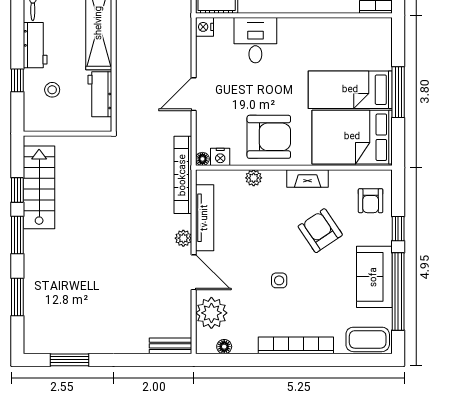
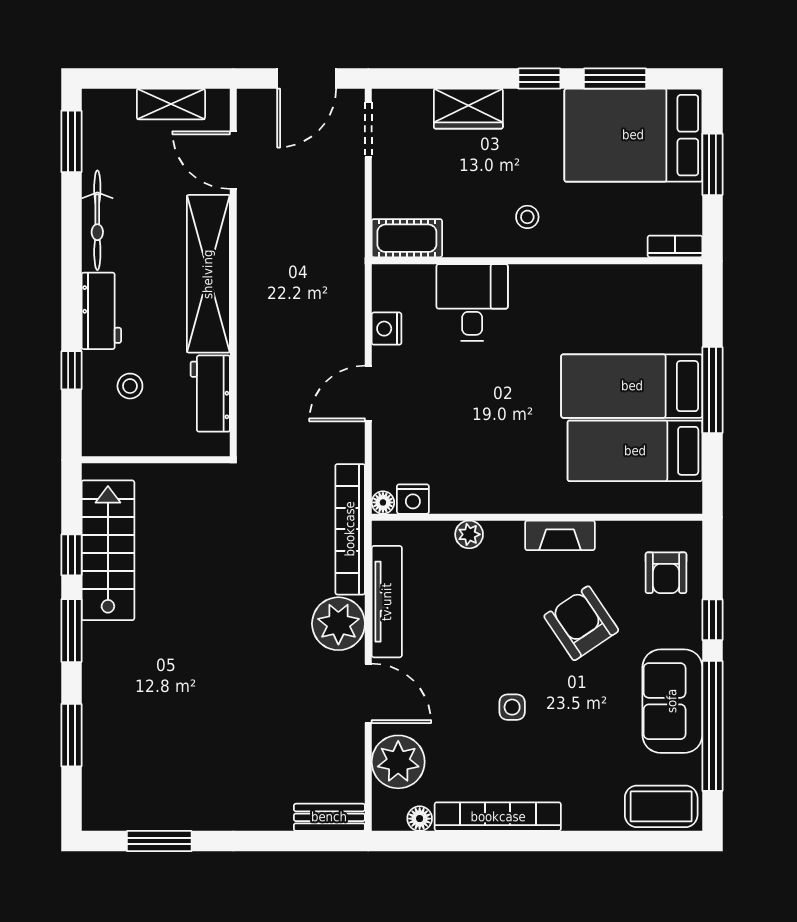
nightstand: (205, 27) -> (387, 329), moved
armchair: (269, 137) -> (495, 465), removed
bed: (352, 137) -> (635, 451), width x0.67
plant: (183, 238) -> (338, 624), width x1.88, depth x1.88
bookcase: (296, 345) -> (498, 817), moved

